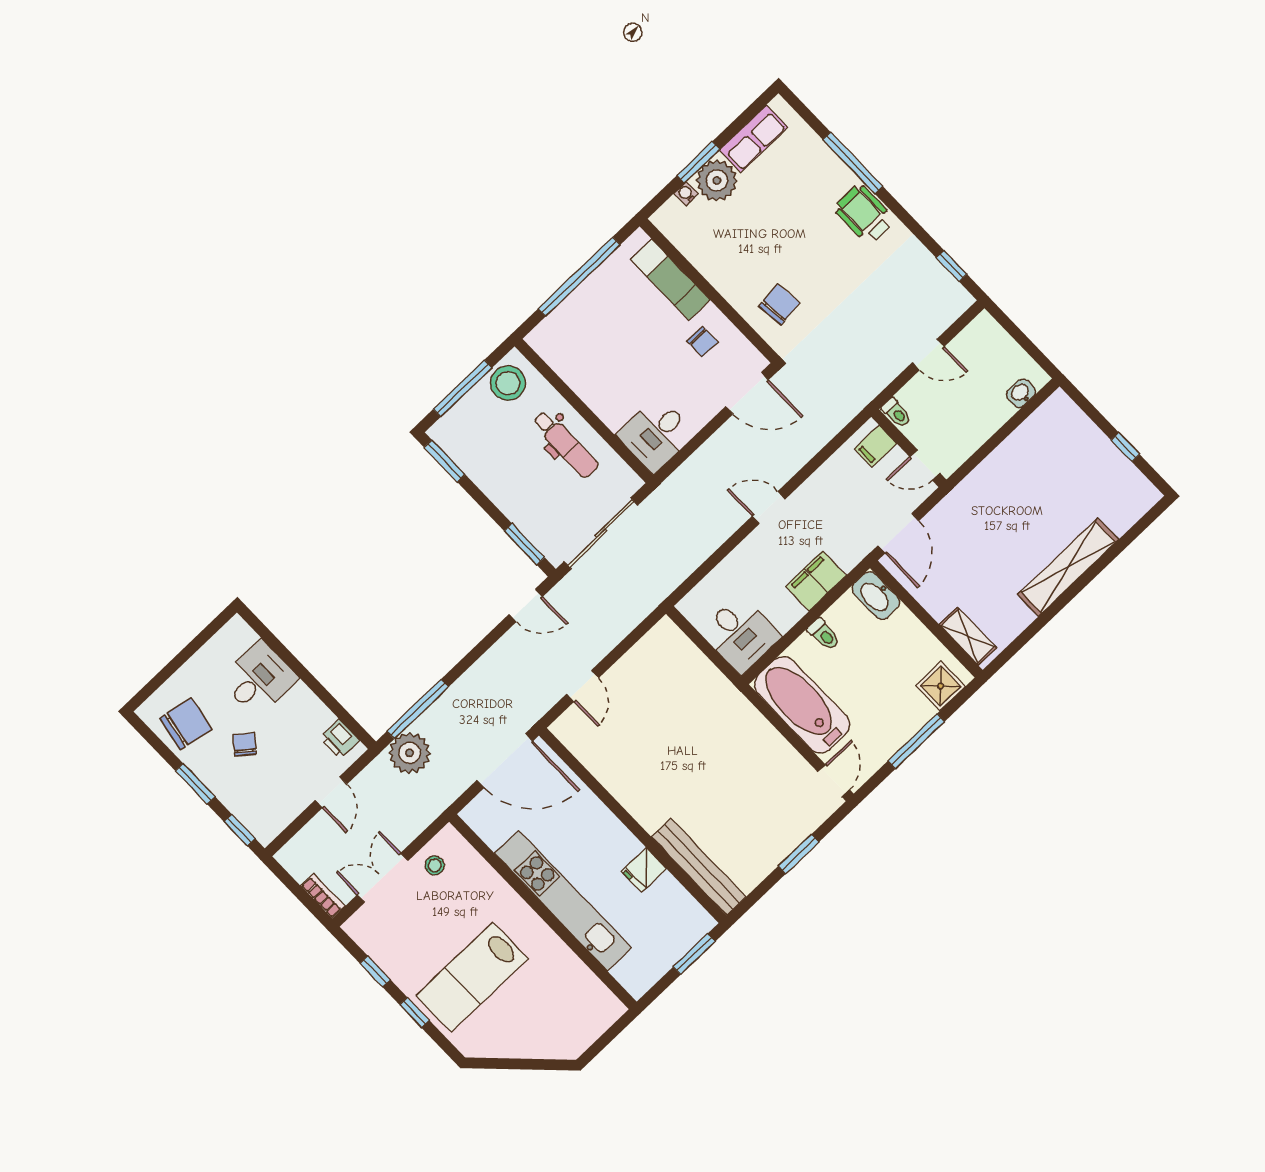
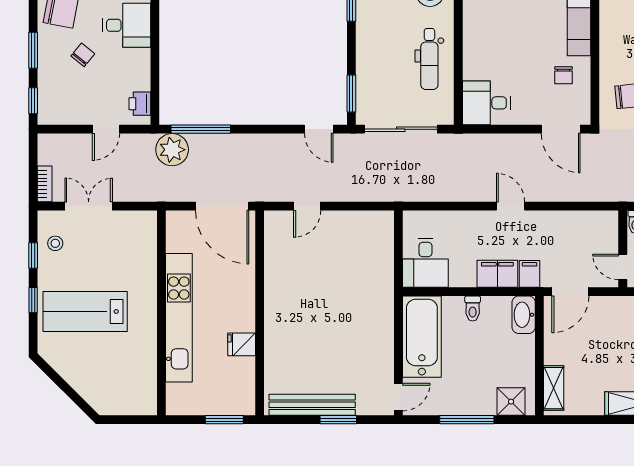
filing cabinet: (876, 446) -> (530, 274), moved, turned 90
stool: (435, 865) -> (55, 243), moved
bench: (699, 867) -> (312, 405), moved, turned 90

